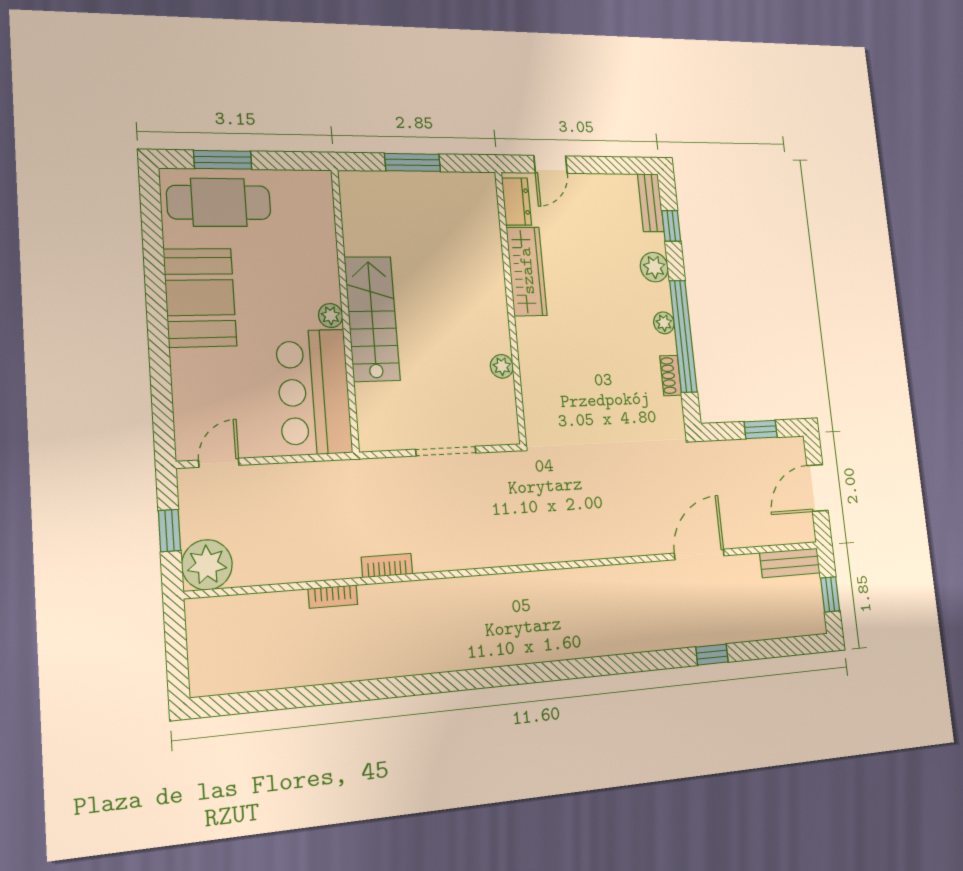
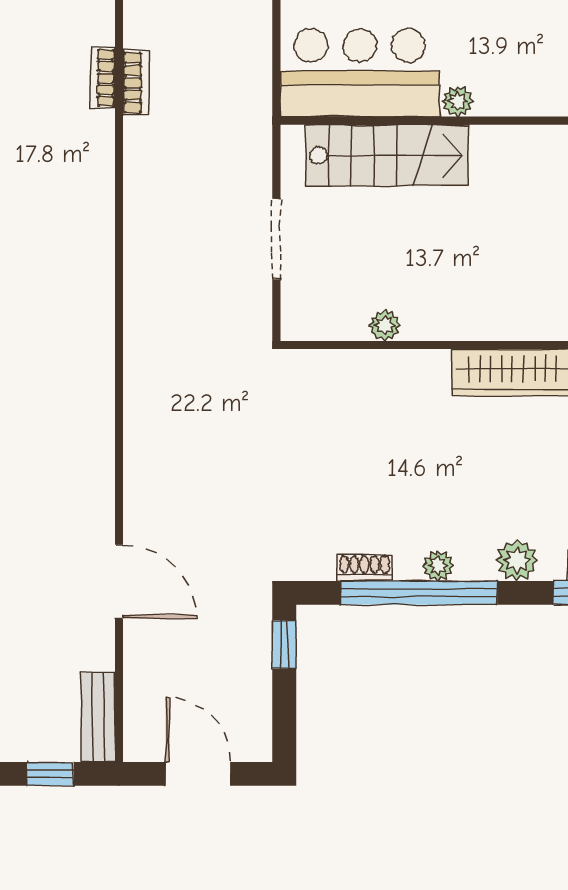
stairs: (372, 319) -> (387, 155), moved
window: (761, 429) -> (284, 645), moved
bookcase: (387, 566) -> (136, 83), moved

